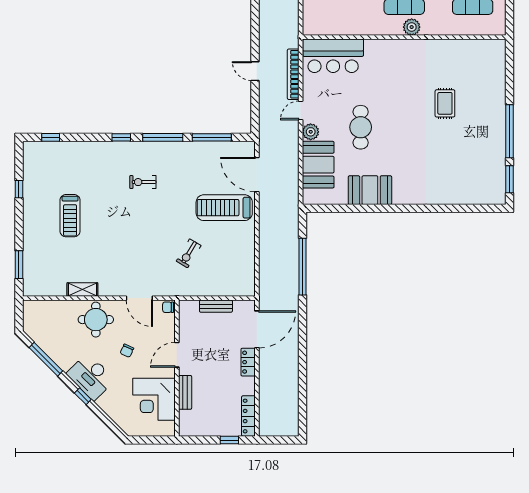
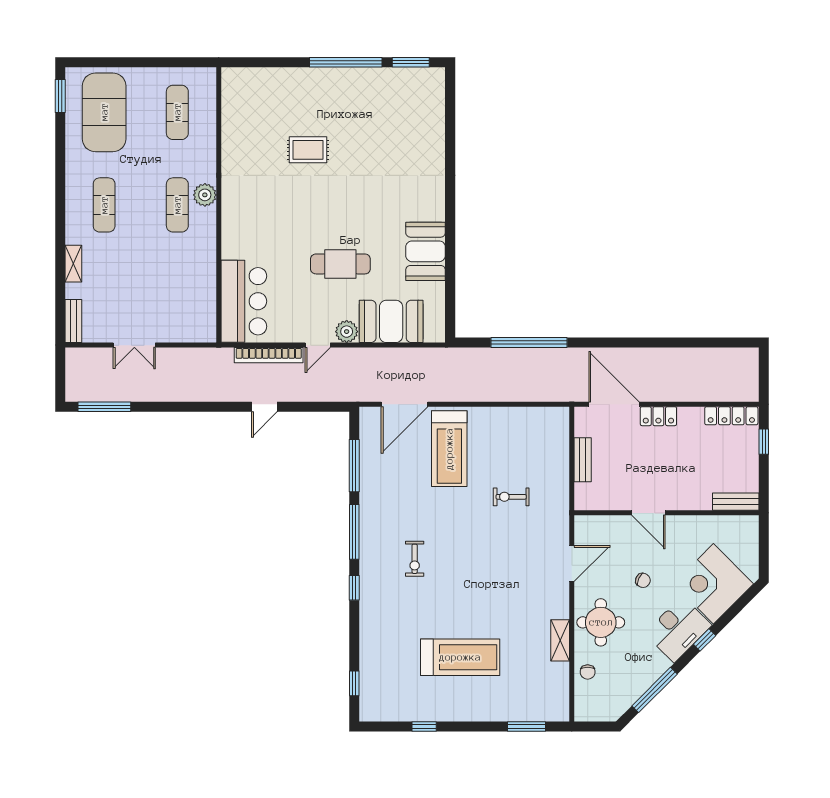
door: (301, 110) -> (318, 345), hinge flipped
treadmill: (70, 216) -> (460, 657), width x1.37, depth x1.38
exercise bike: (189, 253) -> (511, 497), turned 149
chair: (168, 307) -> (588, 672), moved
bench: (185, 392) -> (736, 502), moved
corner desk: (154, 399) -> (713, 584), moved, turned 135

